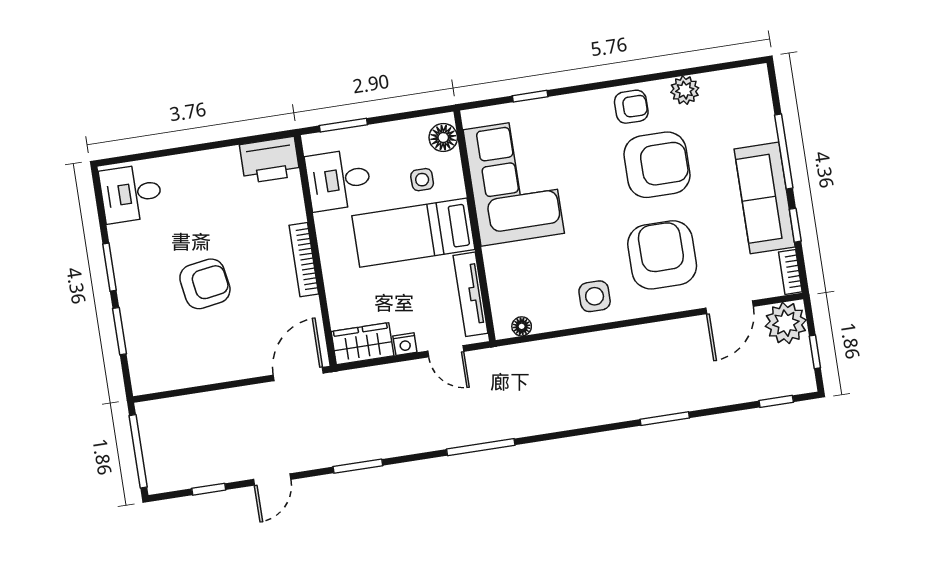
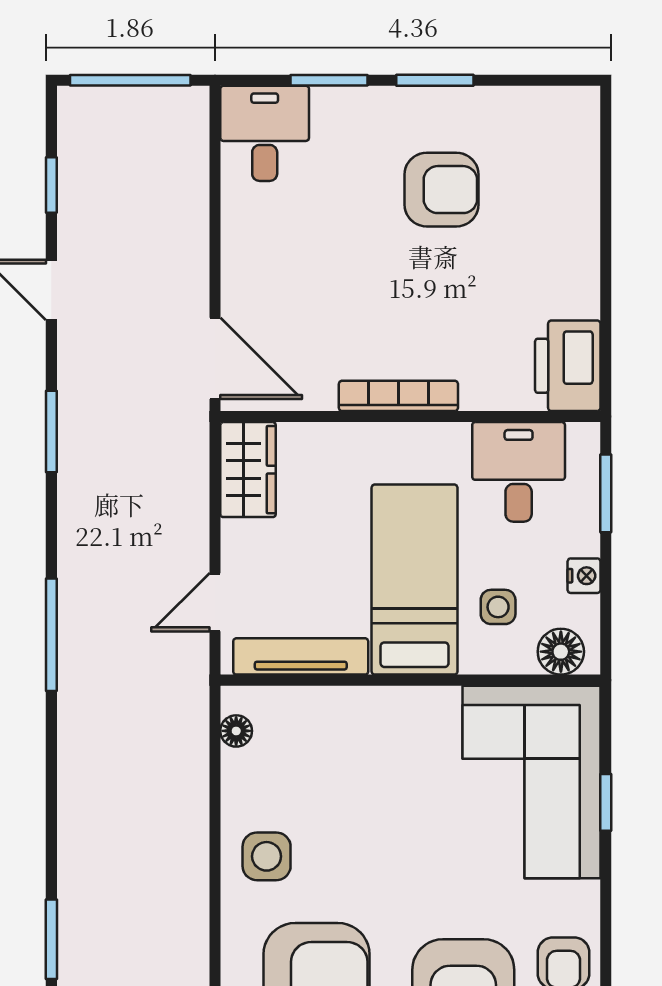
corner sofa: (514, 181) -> (532, 782), moved, turned 90
desk: (131, 193) -> (265, 133), moved
armchair: (205, 284) -> (442, 190), moved, turned -81
nightstand: (405, 344) -> (584, 576), moved, turned 180

